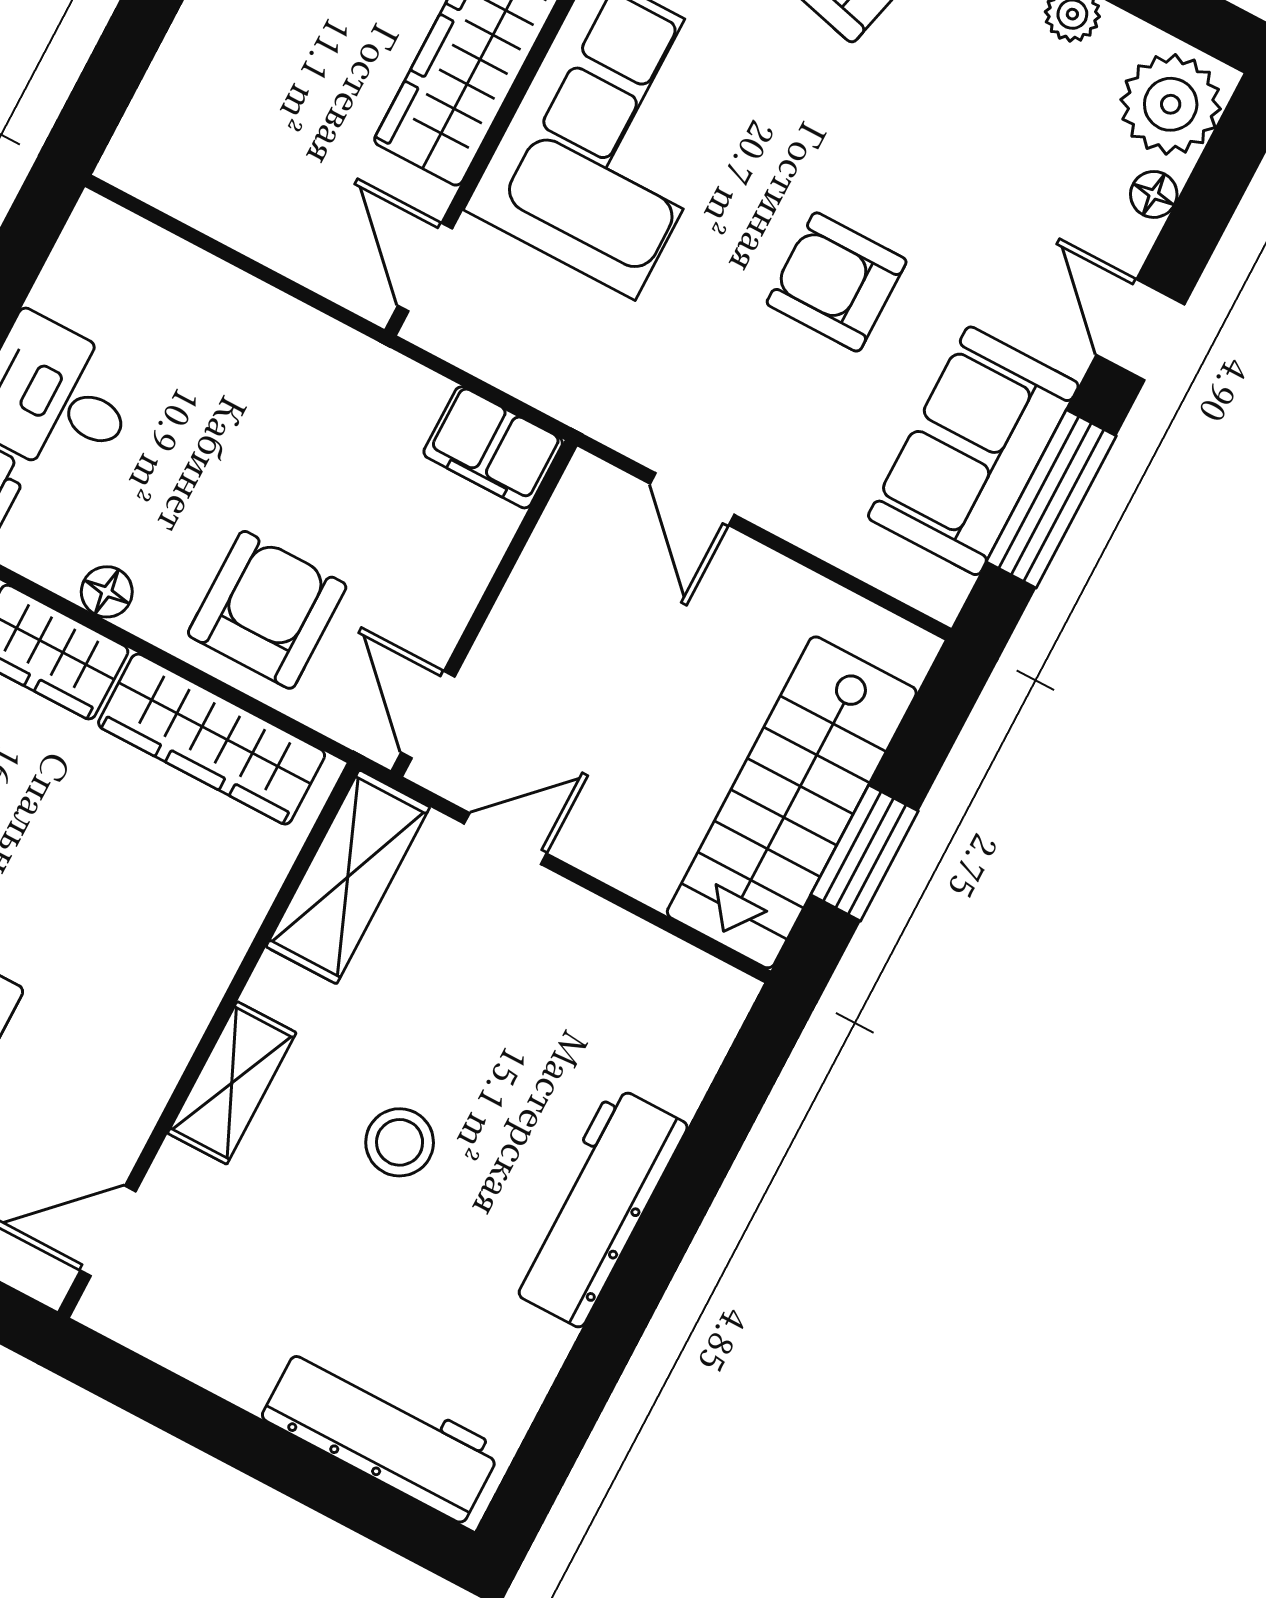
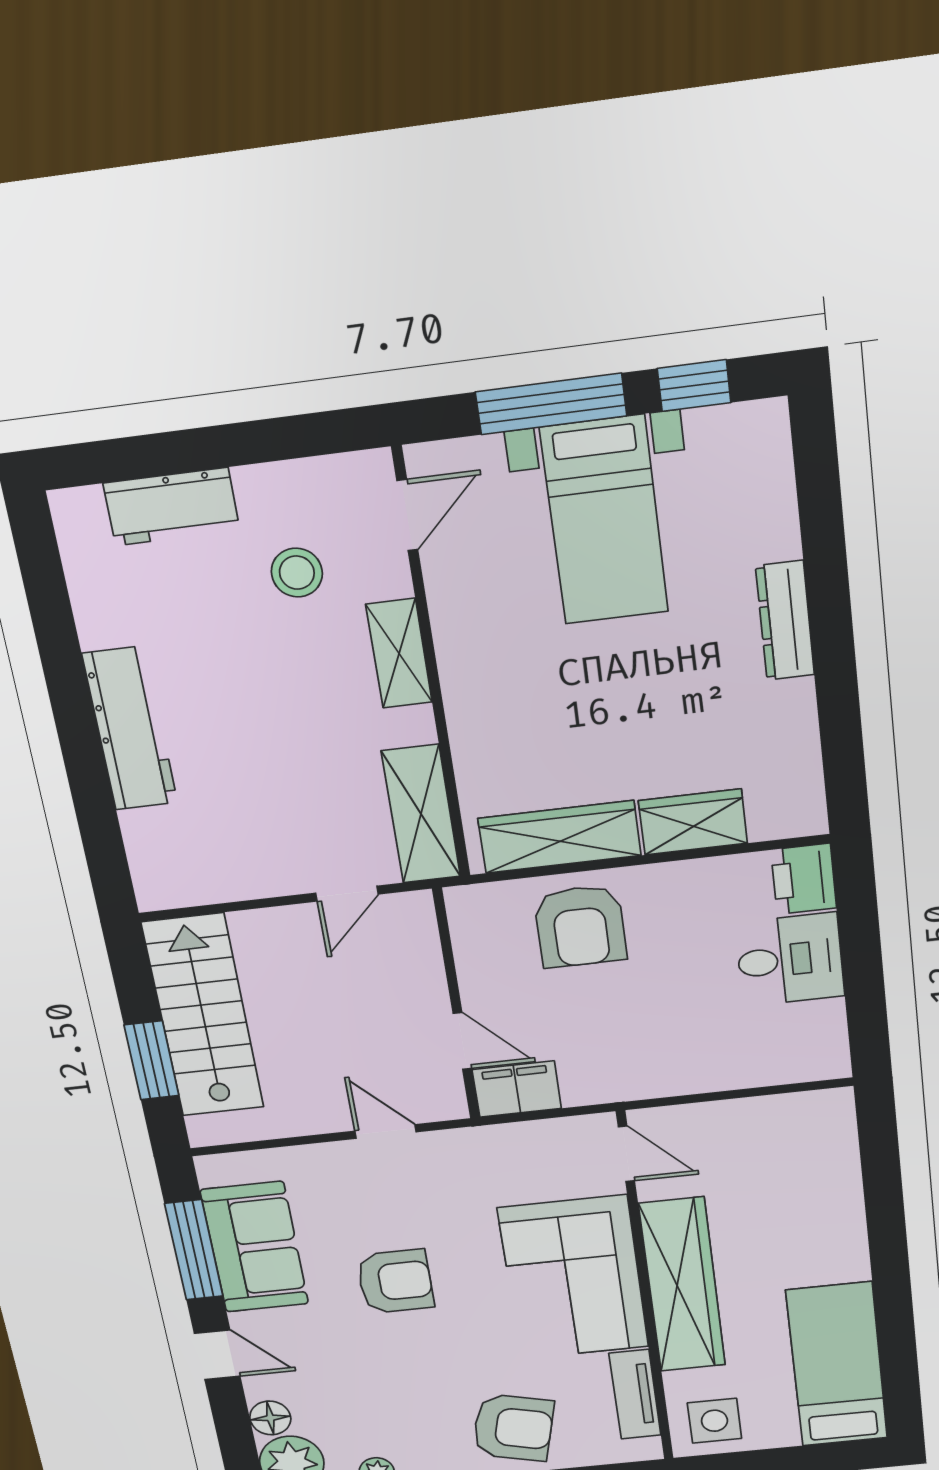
floor lamp: (1154, 194) -> (270, 1418), width x1.37, depth x1.37
floor lamp: (107, 592) -> (682, 877), removed
door: (428, 715) -> (462, 1041), moved
window: (865, 853) -> (151, 1060), moved
stool: (400, 1142) -> (297, 573), moved
workbench: (382, 1433) -> (172, 507), width x0.73

